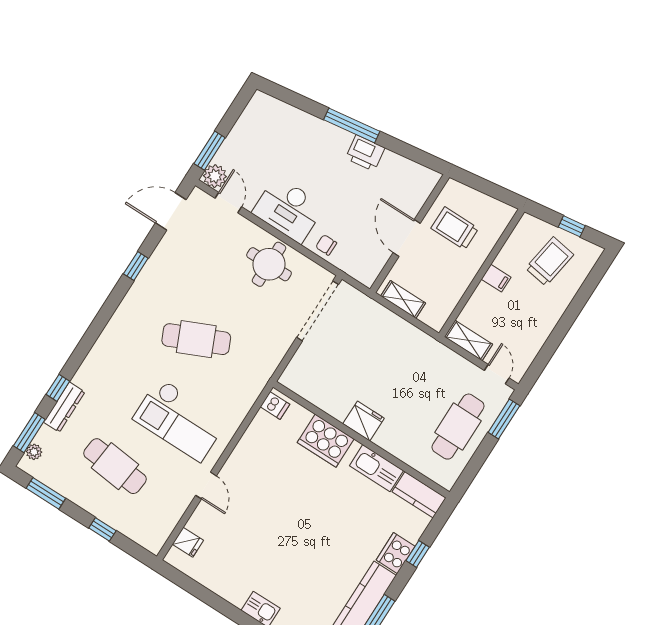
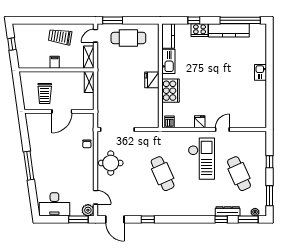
printer: (365, 153) -> (37, 152), removed
door: (228, 203) -> (95, 197), swing flipped
desk: (288, 209) -> (54, 204), moved, turned 90
trolley: (549, 262) -> (60, 37), moved
shelving: (403, 299) -> (89, 82), moved
cafe table: (115, 466) -> (239, 174), turned -30
fridge: (188, 542) -> (200, 122), moved

